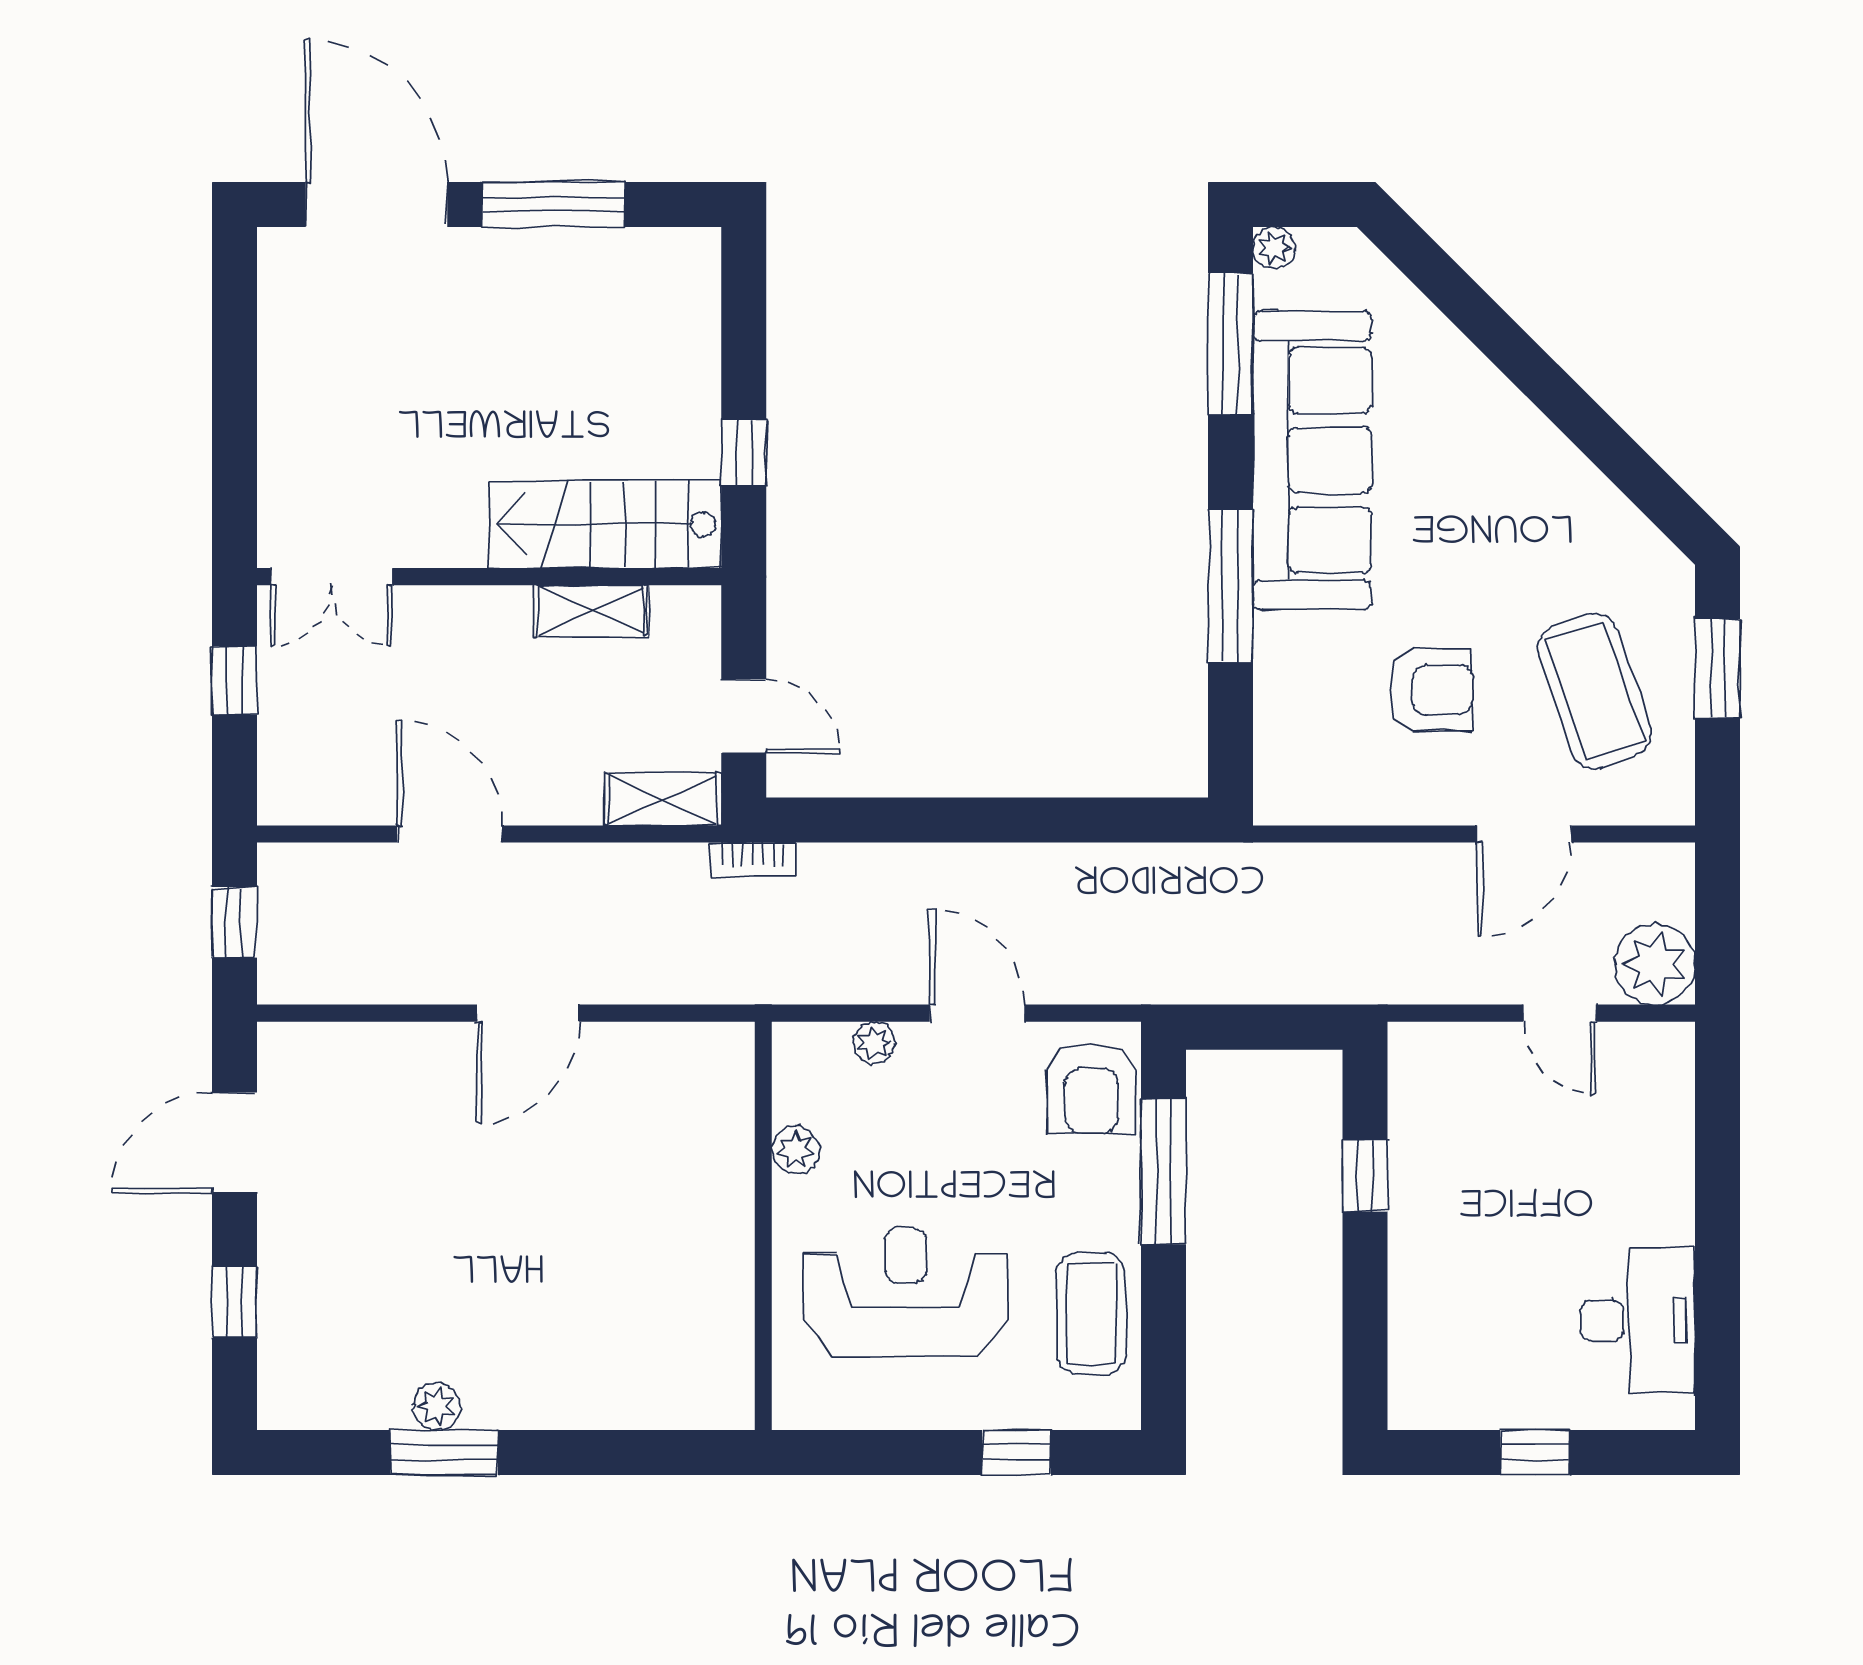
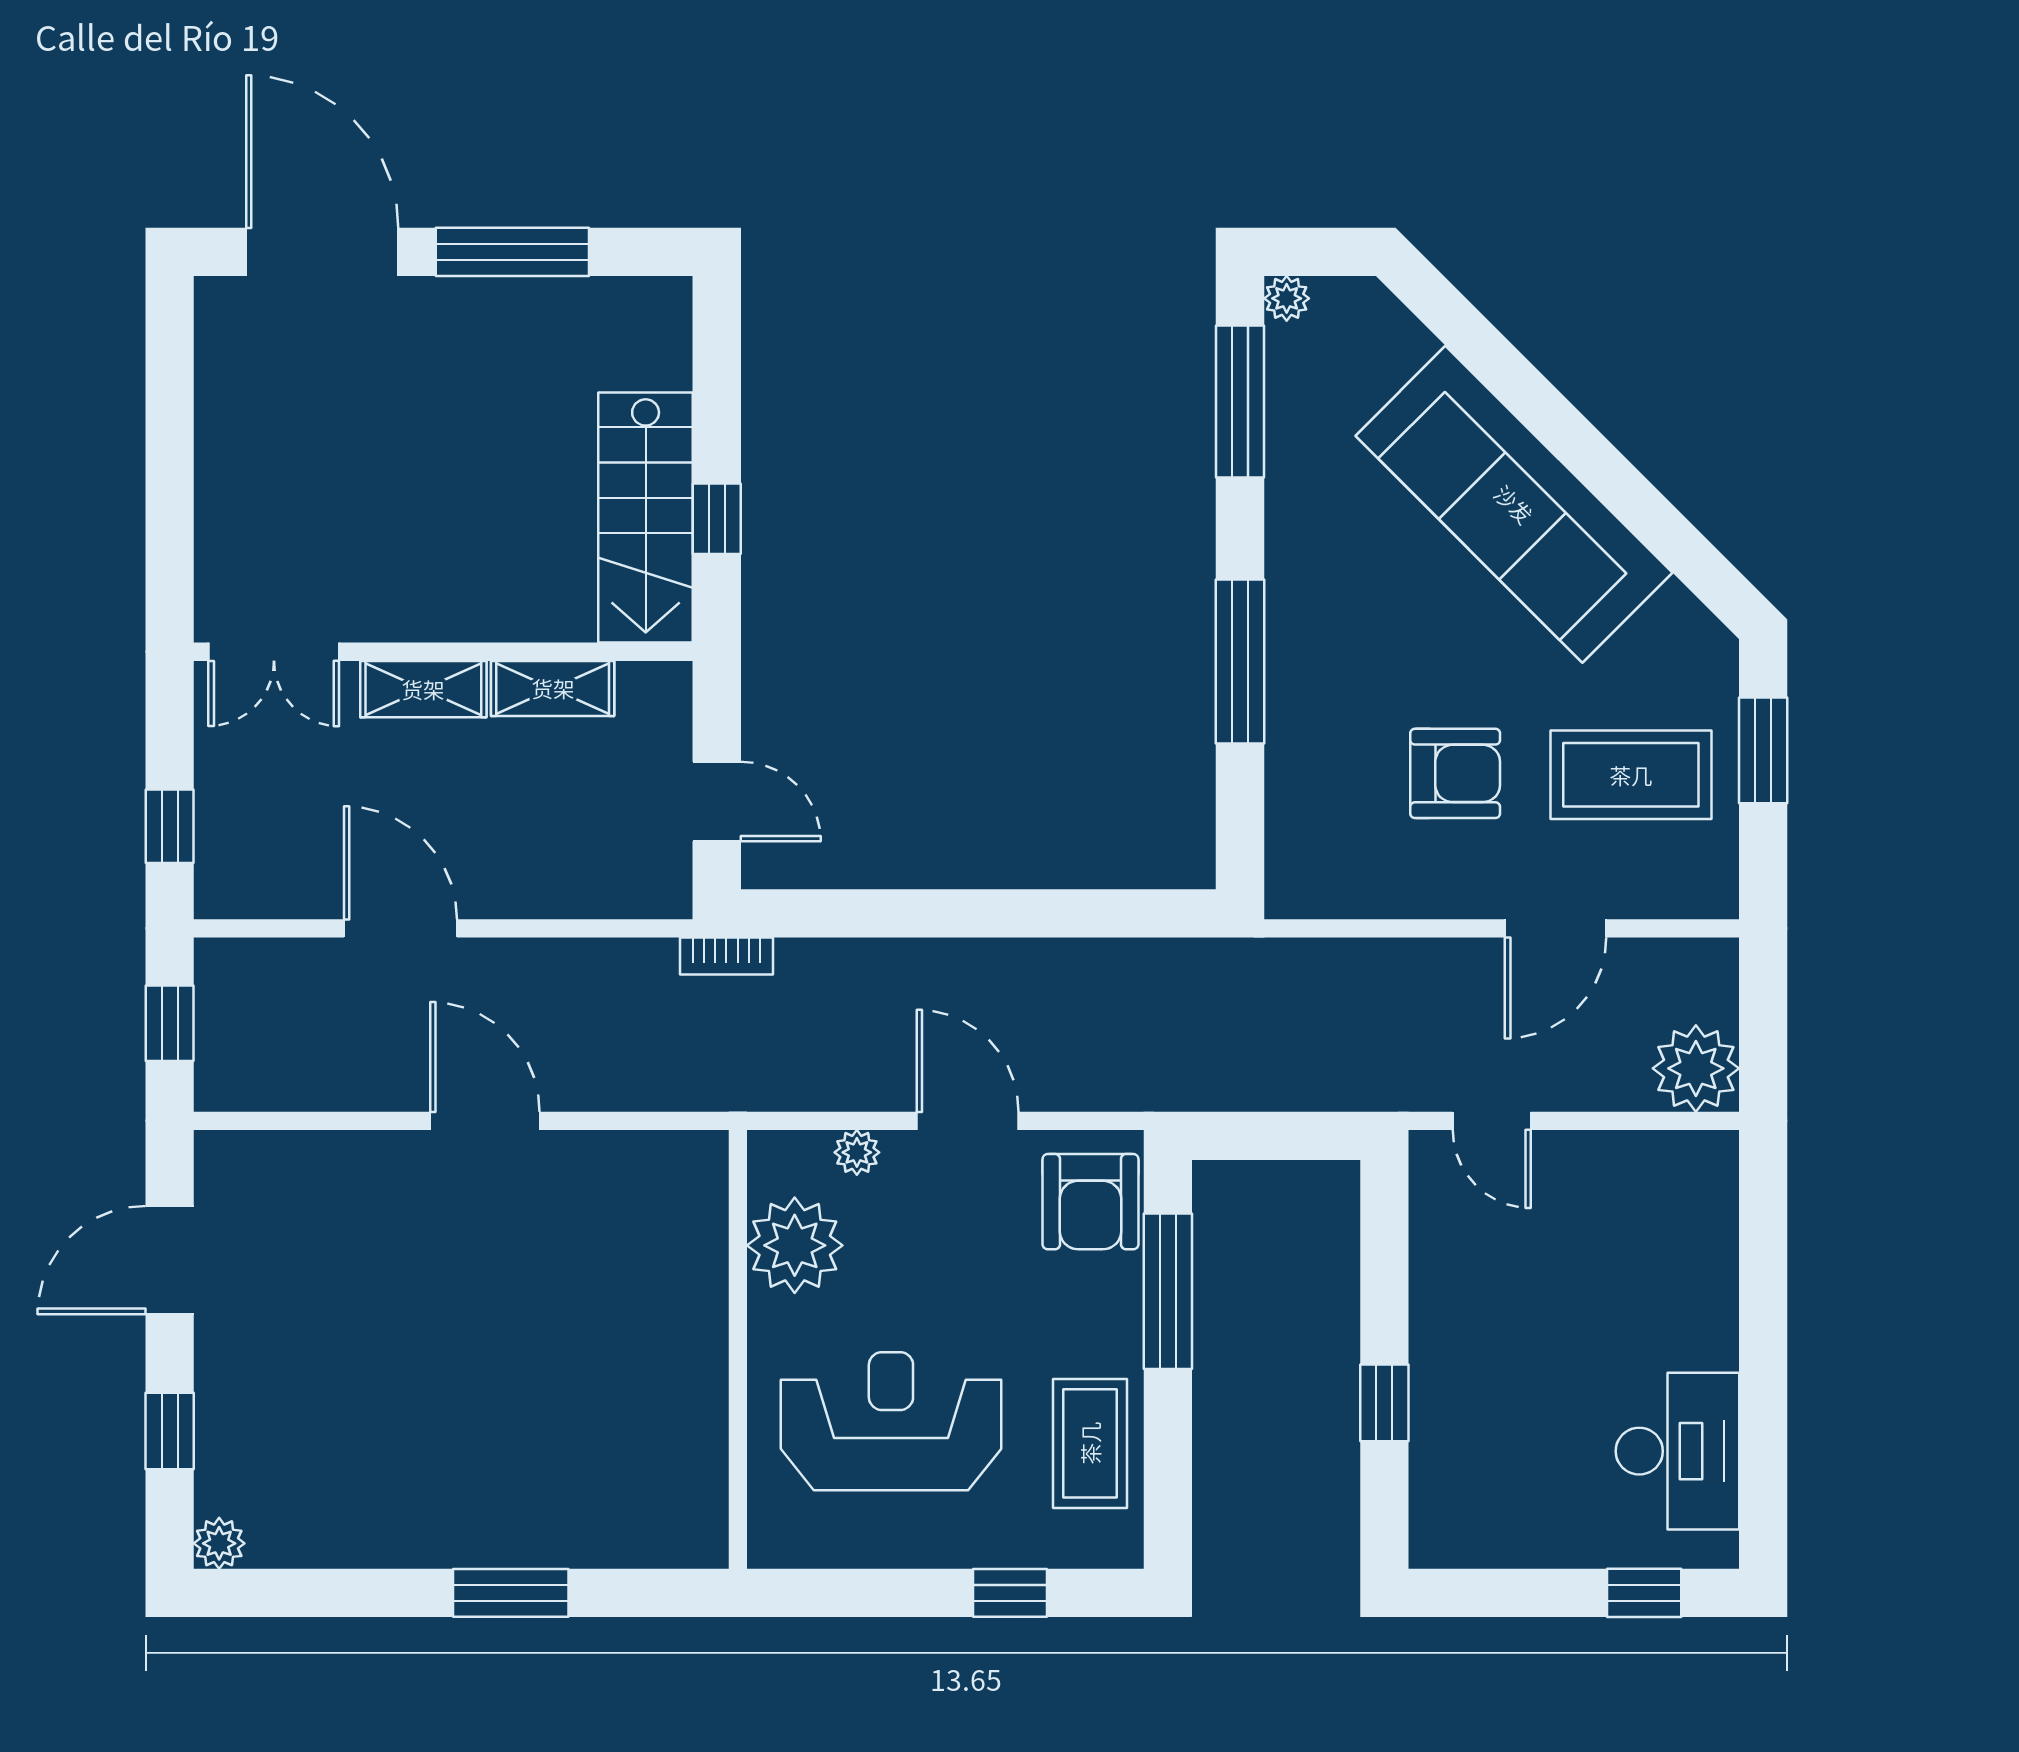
sofa: (1312, 460) -> (1514, 504), moved, turned 135
stairs: (605, 524) -> (646, 518), moved, turned -90
window: (234, 680) -> (170, 826), moved
coffee table: (1594, 691) -> (1631, 775), turned -71
shelving: (663, 799) -> (423, 689), moved
door: (528, 1013) -> (485, 1121), swing flipped
door: (1560, 1013) -> (1492, 1121), moved
plant: (795, 1150) -> (795, 1245), width x1.88, depth x1.88
window: (1365, 1176) -> (1384, 1403), moved
plant: (437, 1406) -> (219, 1543), moved
window: (444, 1452) -> (511, 1593), moved
window: (1535, 1452) -> (1644, 1593), moved

